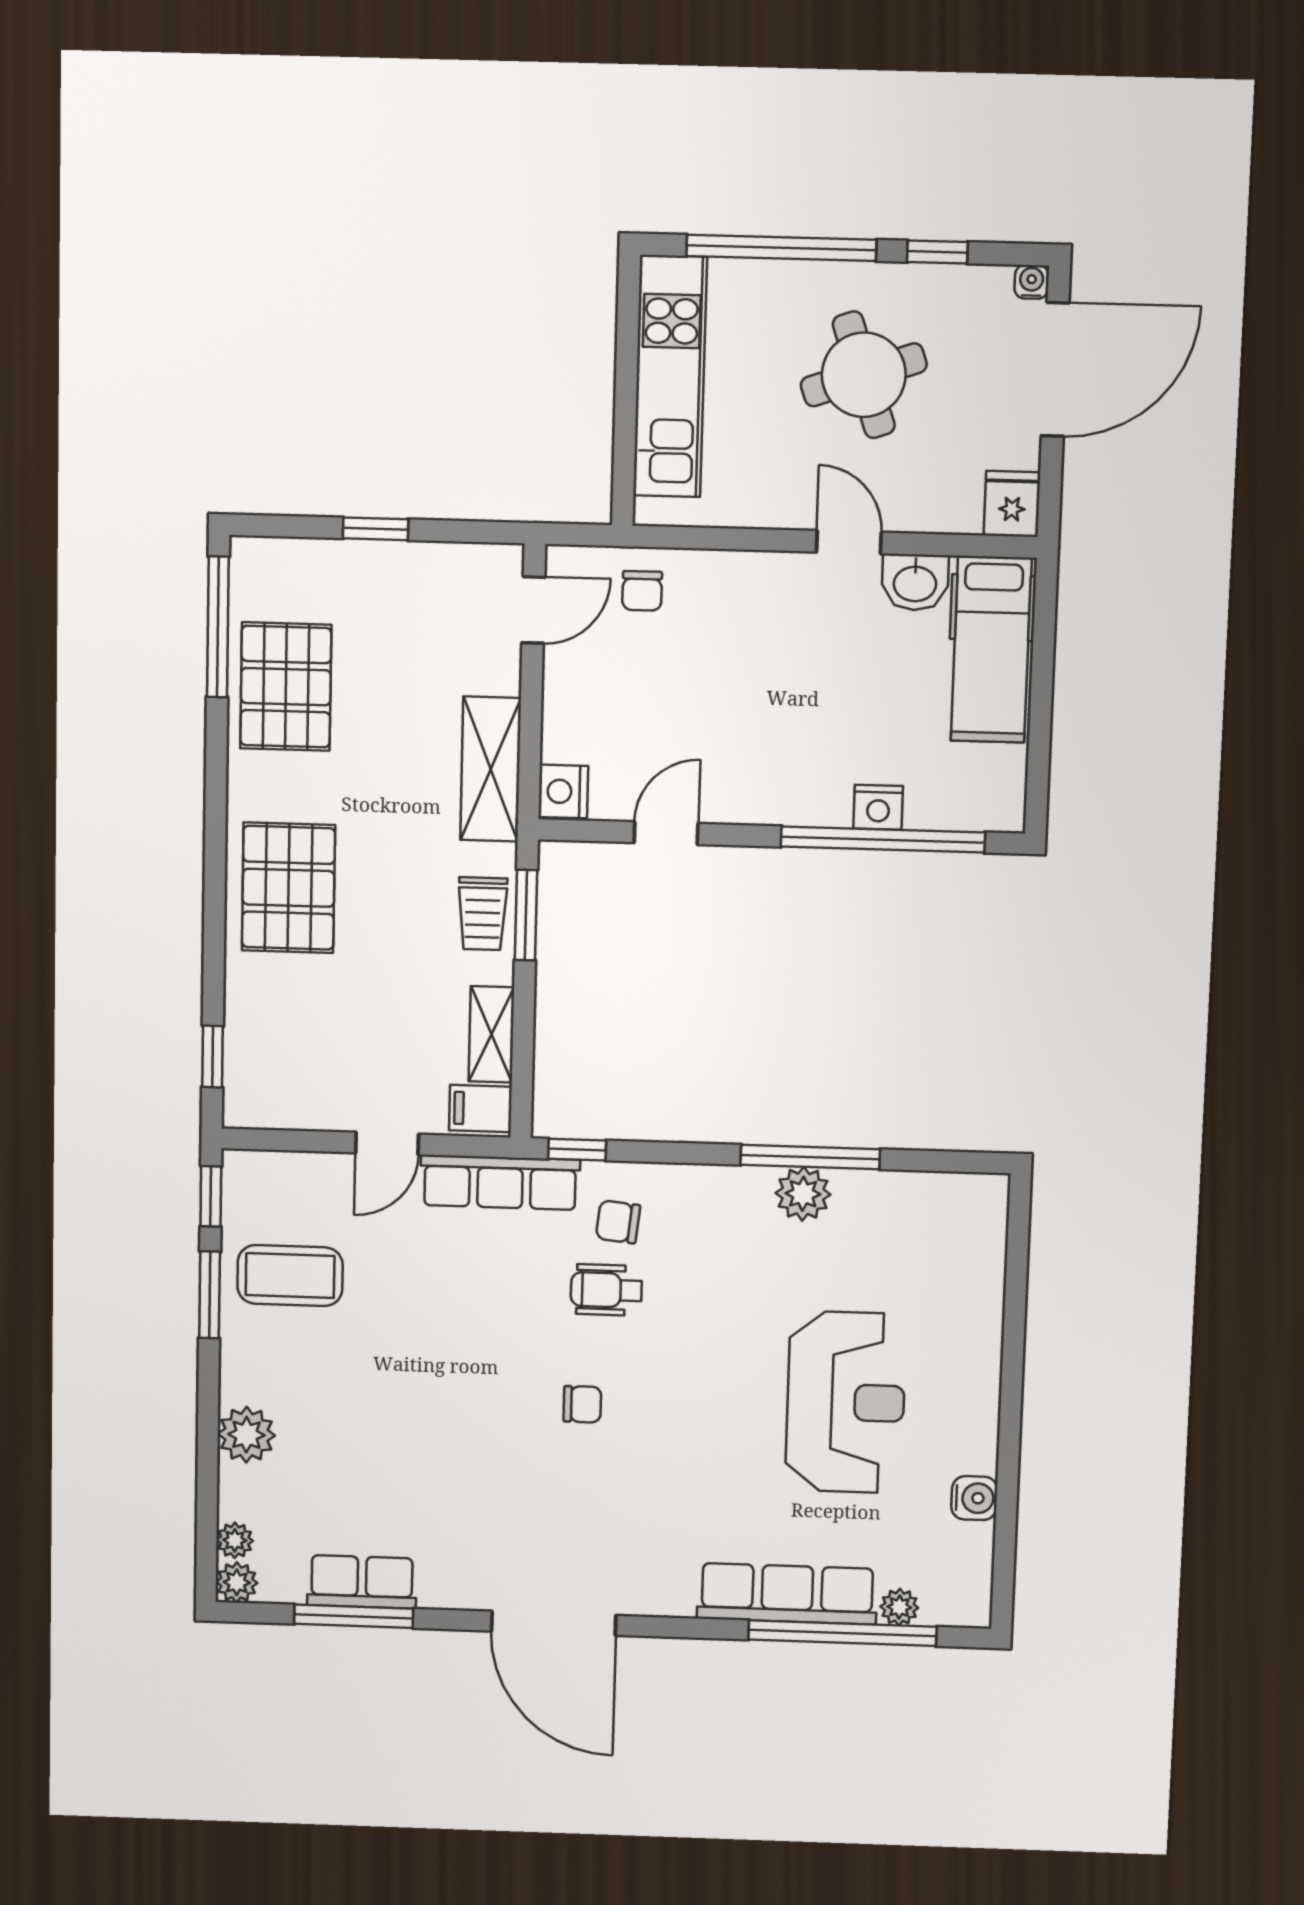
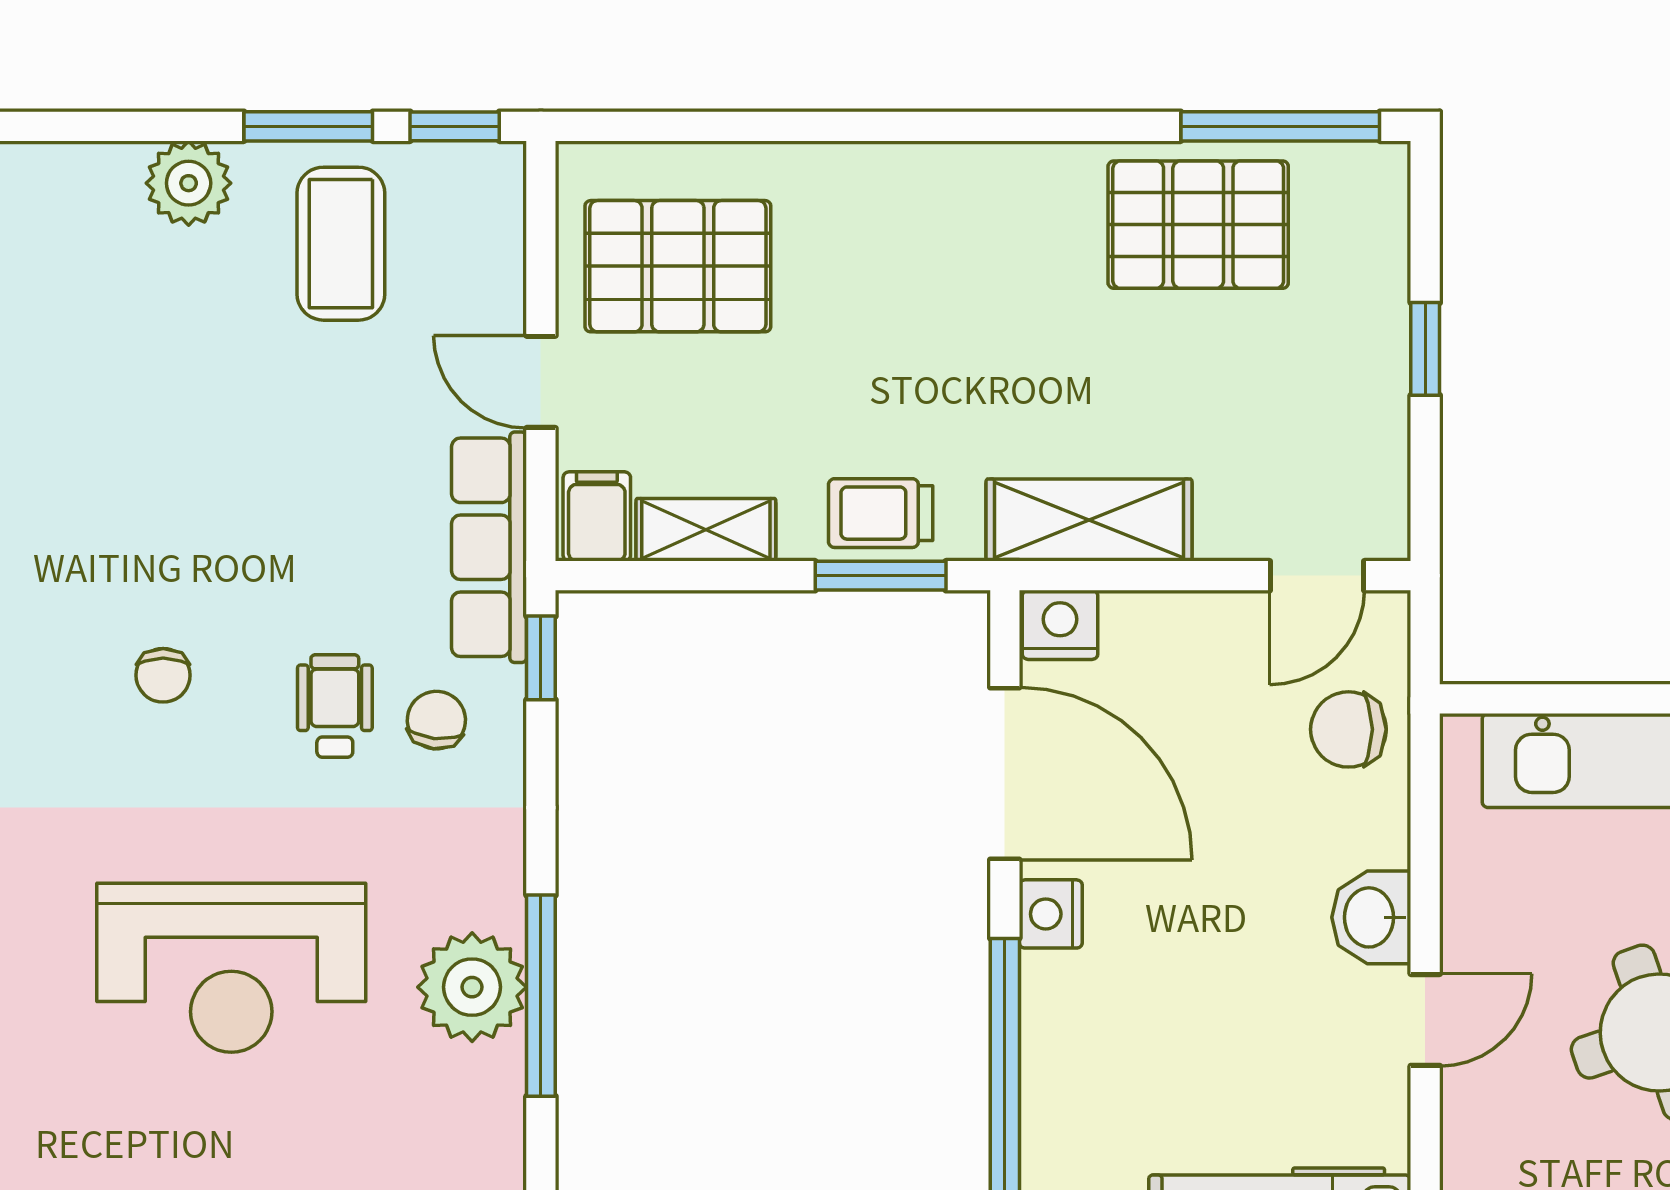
washbasin: (915, 582) -> (1371, 917), moved
chair: (642, 591) -> (1348, 729), width x1.37, depth x1.37
door: (533, 610) -> (1317, 576), hinge flipped
nightstand: (878, 807) -> (1051, 914), moved
door: (666, 833) -> (1005, 774), width x1.88
pallet: (288, 888) -> (678, 266), moved
window: (213, 1057) -> (661, 126), removed
plant: (803, 1194) -> (472, 987), width x1.36, depth x1.36
reception desk: (846, 1402) -> (231, 968), moved
plant: (246, 1435) -> (189, 183), moved

